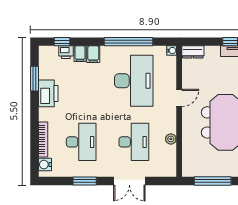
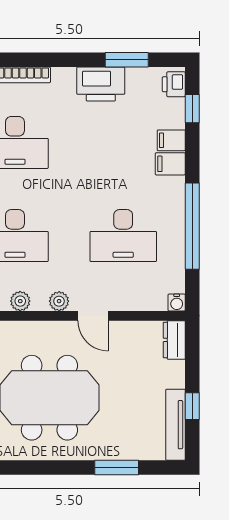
printer: (66, 52) -> (174, 84), moved
desk: (134, 81) -> (123, 236), width x0.73, depth x0.77
plant: (171, 117) -> (59, 301), added

